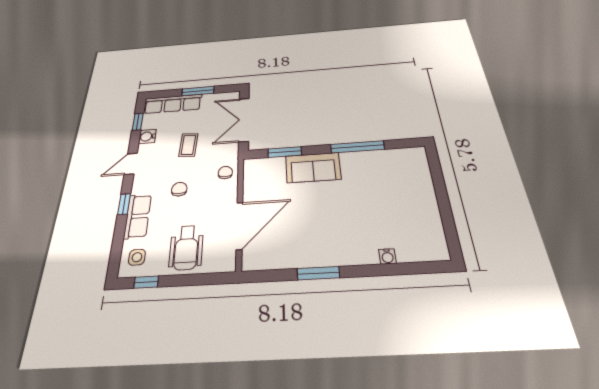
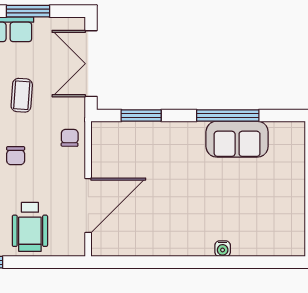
sofa: (313, 167) -> (237, 139), moved
chair: (179, 189) -> (16, 156), turned 180
water cooler: (387, 256) -> (223, 249), moved
window: (318, 273) -> (171, 262), removed

